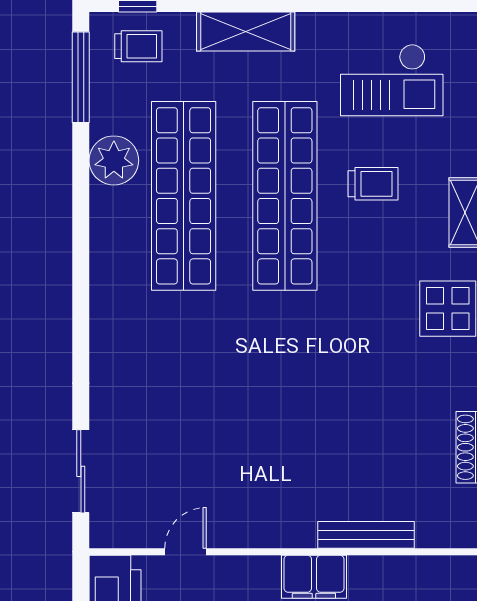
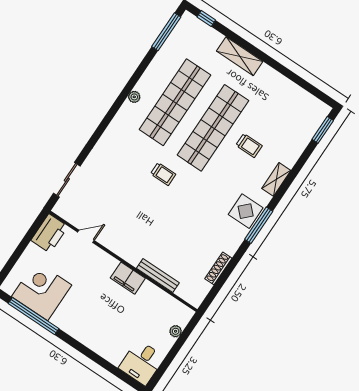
trolley: (138, 46) -> (163, 174), moved
checkout: (392, 80) -> (282, 111), removed
plant: (114, 160) -> (134, 97), moved, width x0.53, depth x0.53

